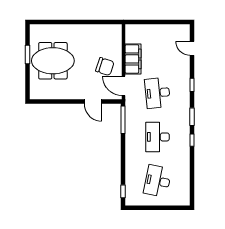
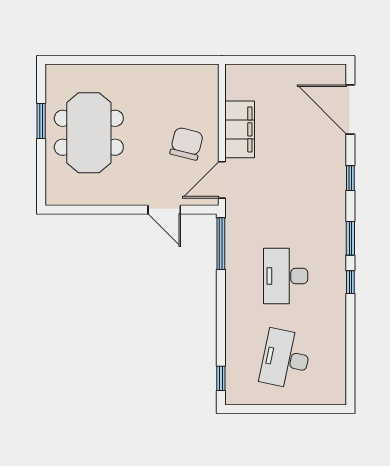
door: (192, 48) -> (350, 109), width x1.88
meeting table: (53, 61) -> (89, 133), turned 90
chair: (105, 67) -> (187, 144), turned -94
door: (124, 86) -> (222, 180), hinge flipped
desk: (158, 93) -> (286, 193), removed

